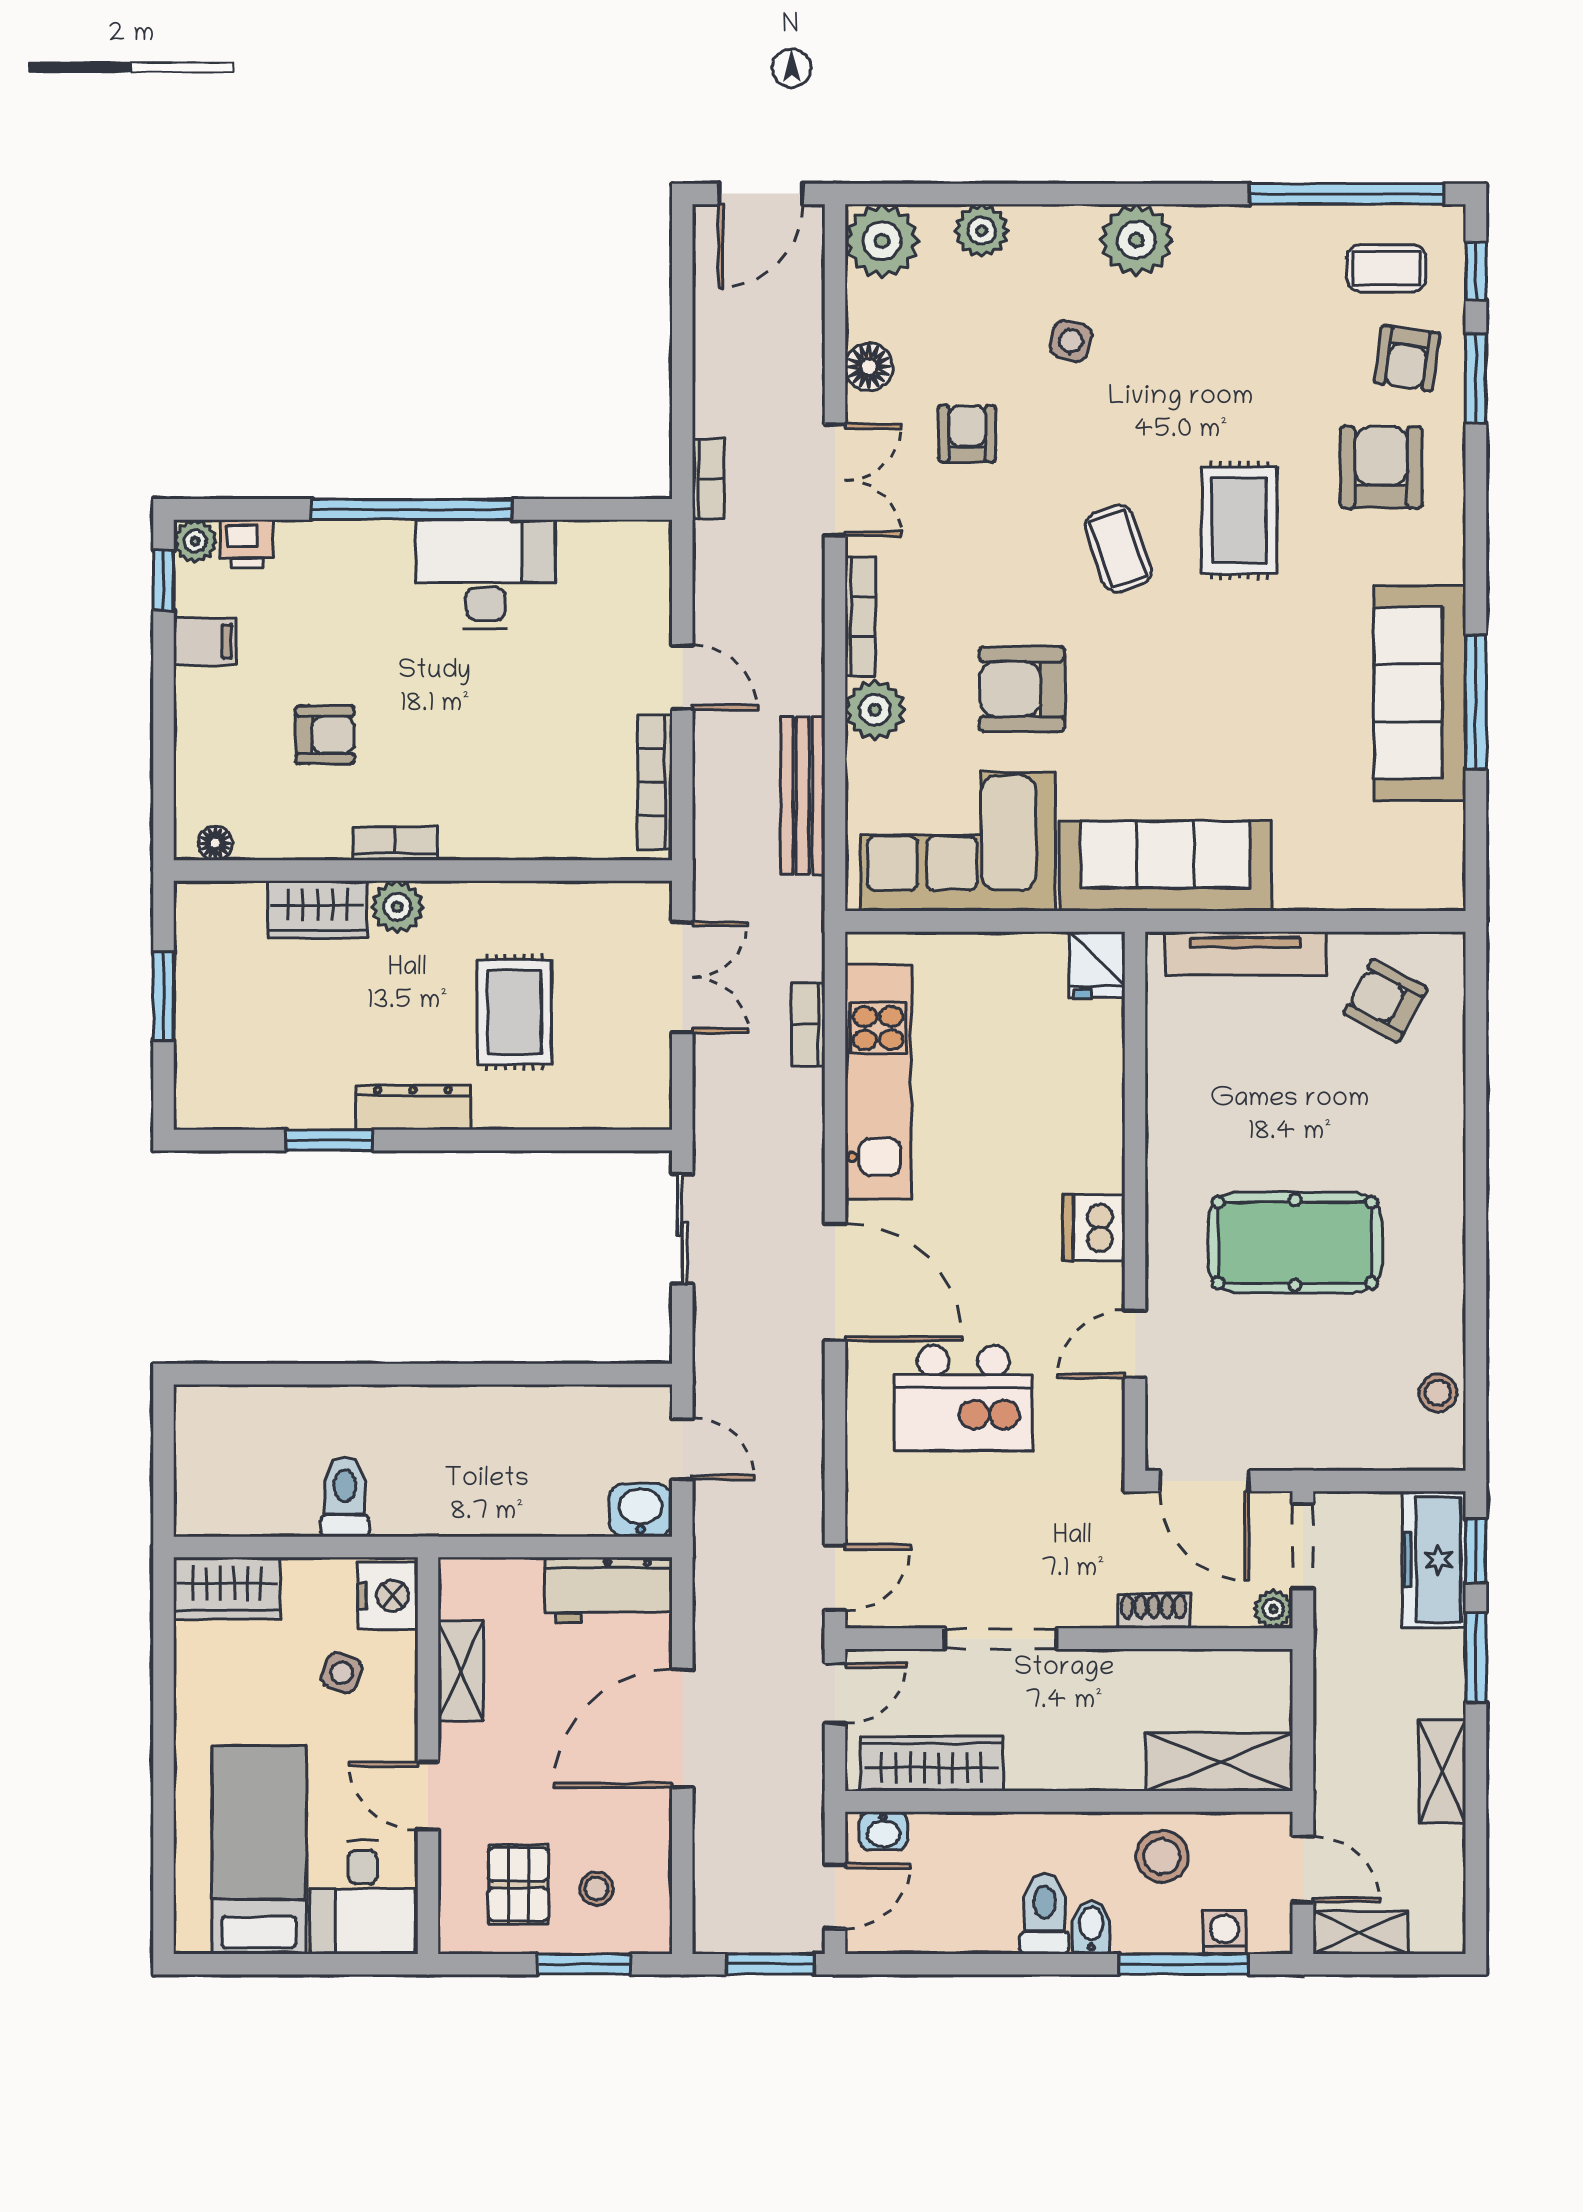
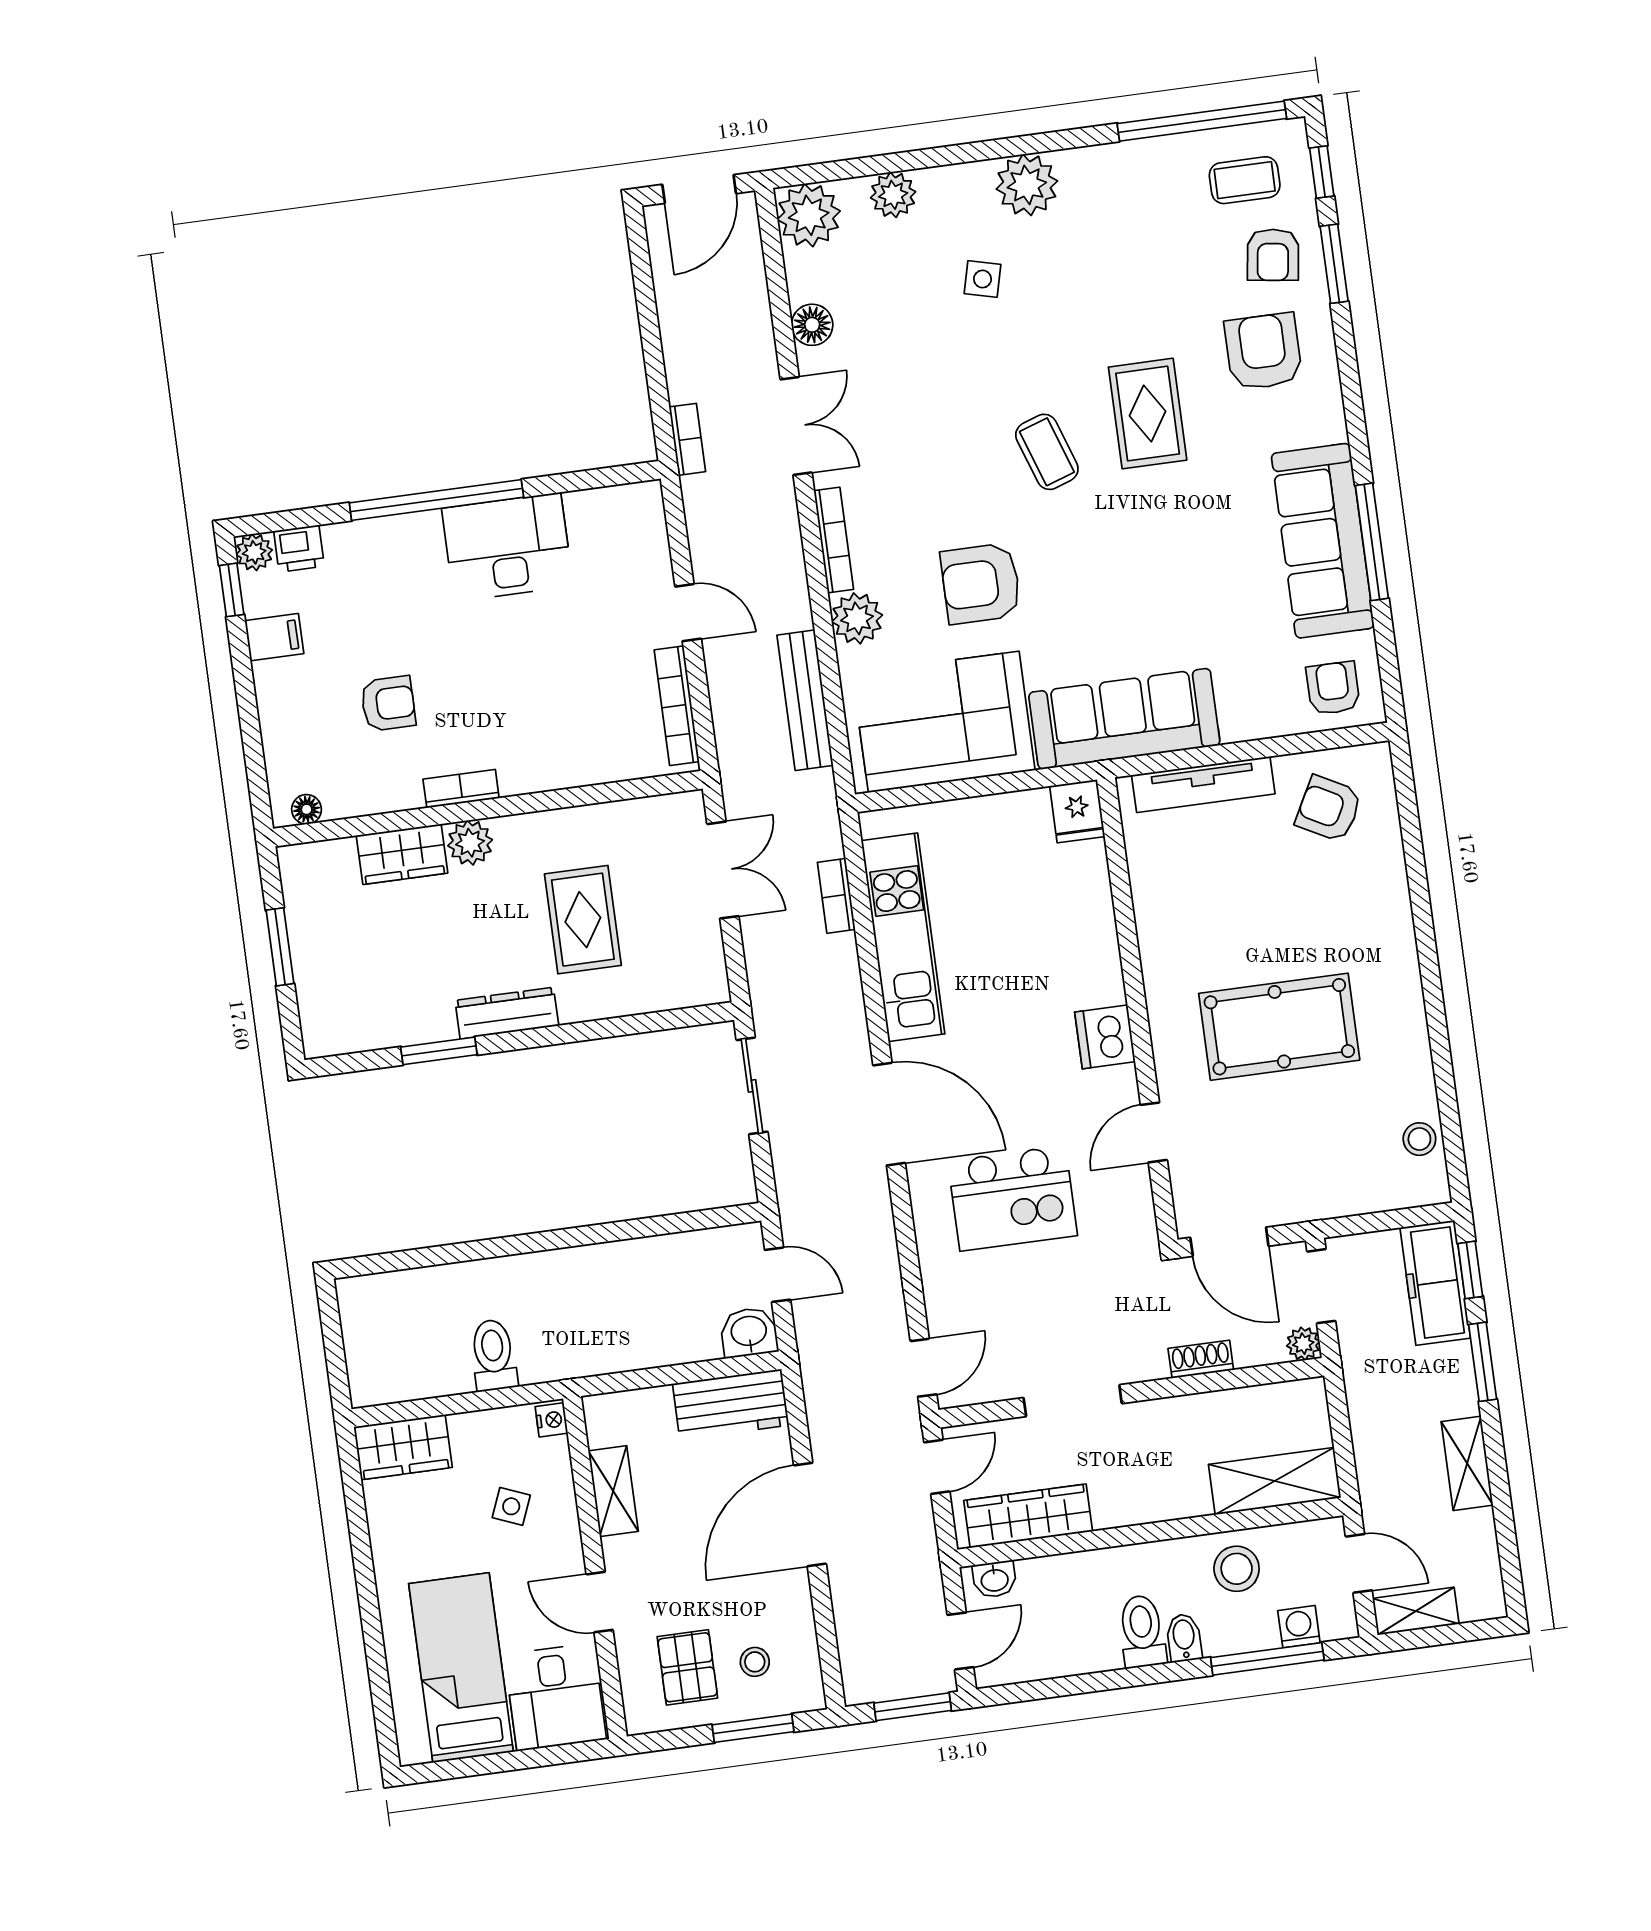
armchair: (967, 434) -> (1333, 688), moved
nightstand: (388, 1596) -> (551, 1420), width x0.53, depth x0.56

